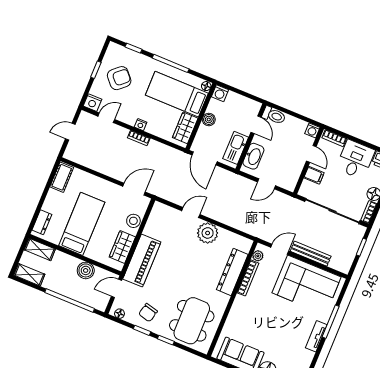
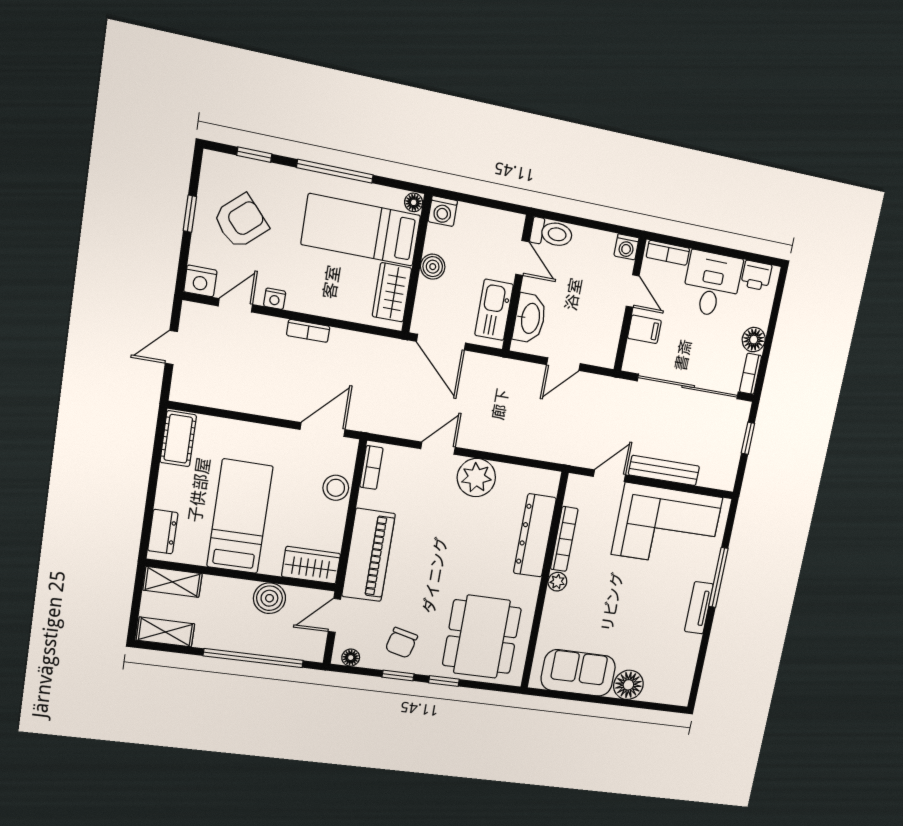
nightstand: (141, 125) -> (275, 299), moved
bookcase: (154, 215) -> (371, 467), added
wardrobe: (122, 247) -> (311, 565), moved, turned 90
plant: (258, 256) -> (557, 582), moved

